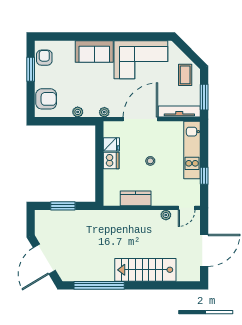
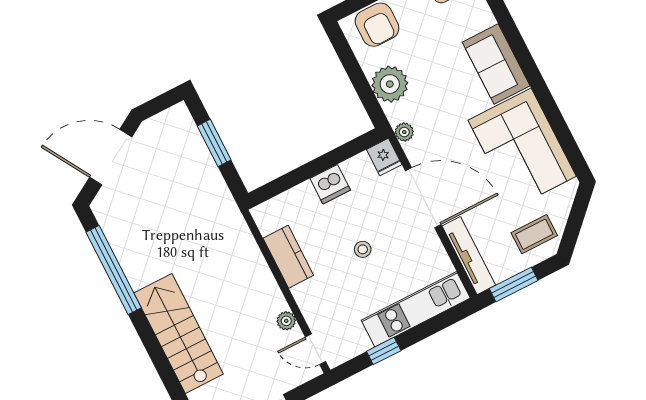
plant: (78, 112) -> (390, 84), width x1.88, depth x1.88
fridge: (111, 144) -> (384, 157), moved

